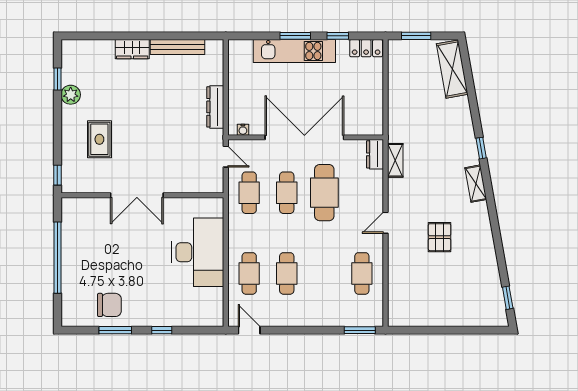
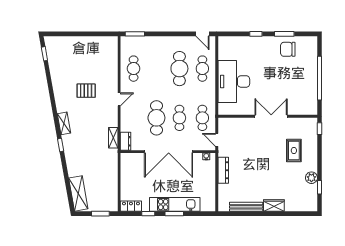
pallet: (440, 237) -> (86, 91), turned 90
cafe table: (287, 273) -> (179, 69), width x1.37, depth x1.35

